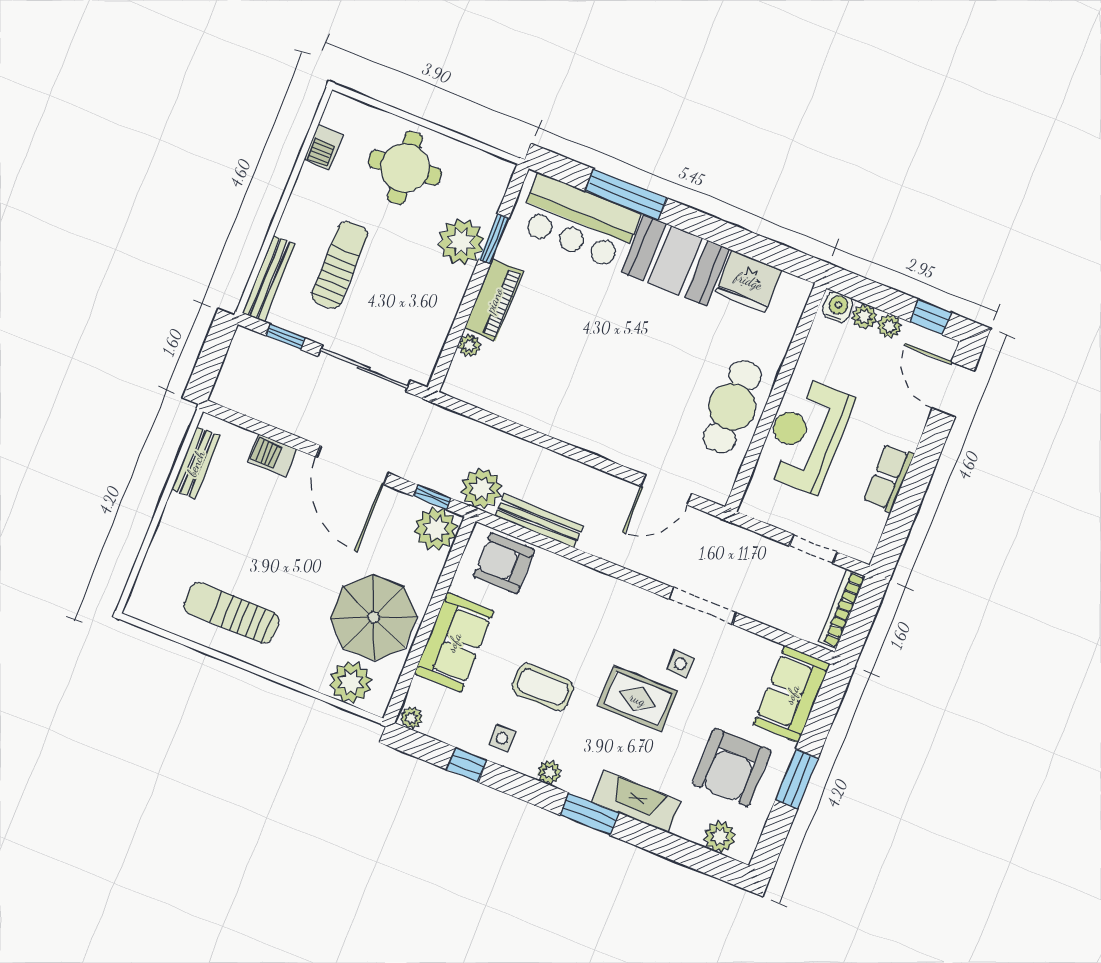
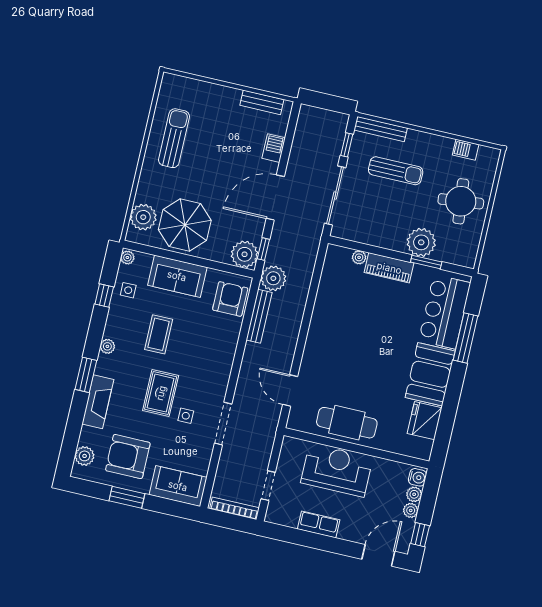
side table: (502, 738) -> (128, 290), moved

